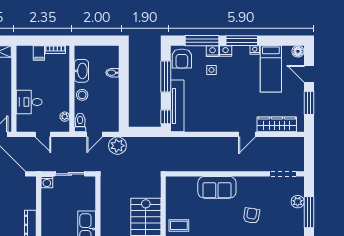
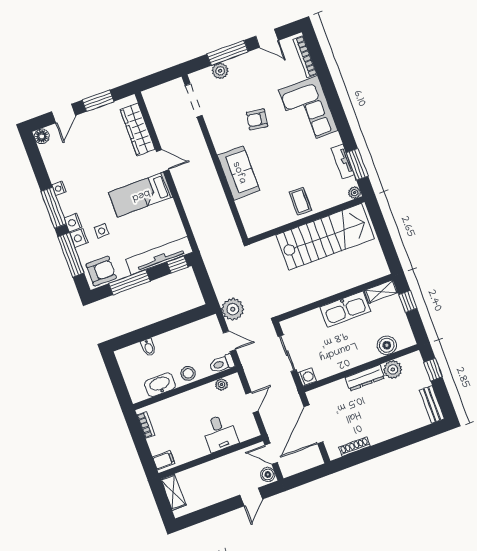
filing cabinet: (39, 53) -> (164, 460), moved
bed: (271, 69) -> (141, 195), moved, turned 180

